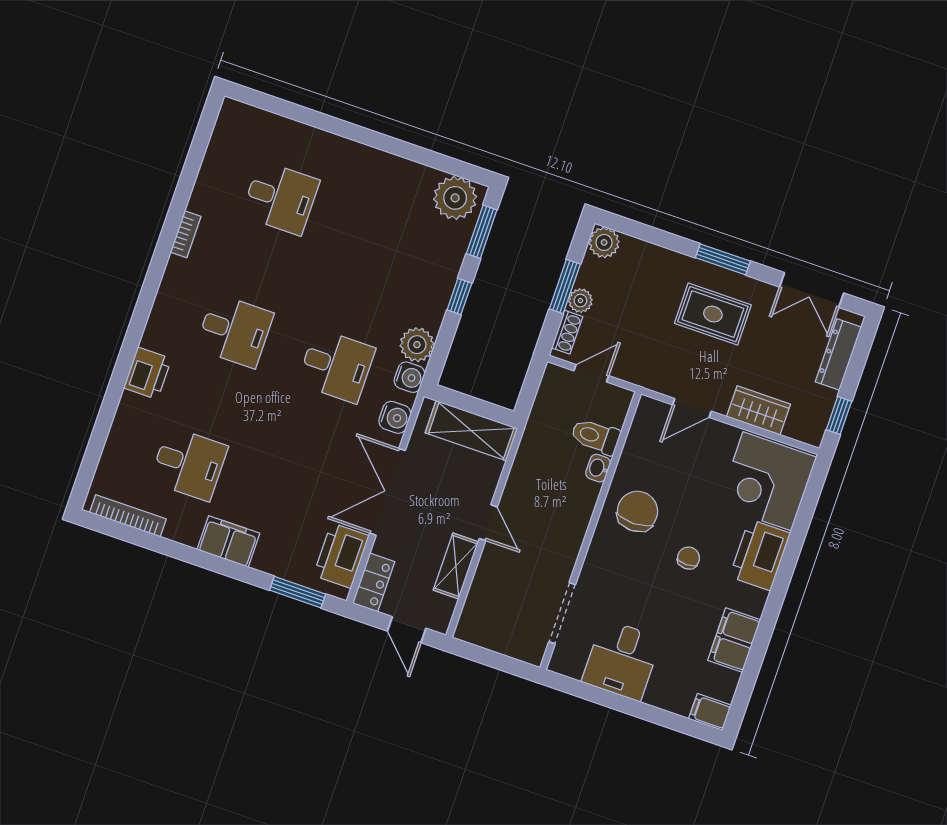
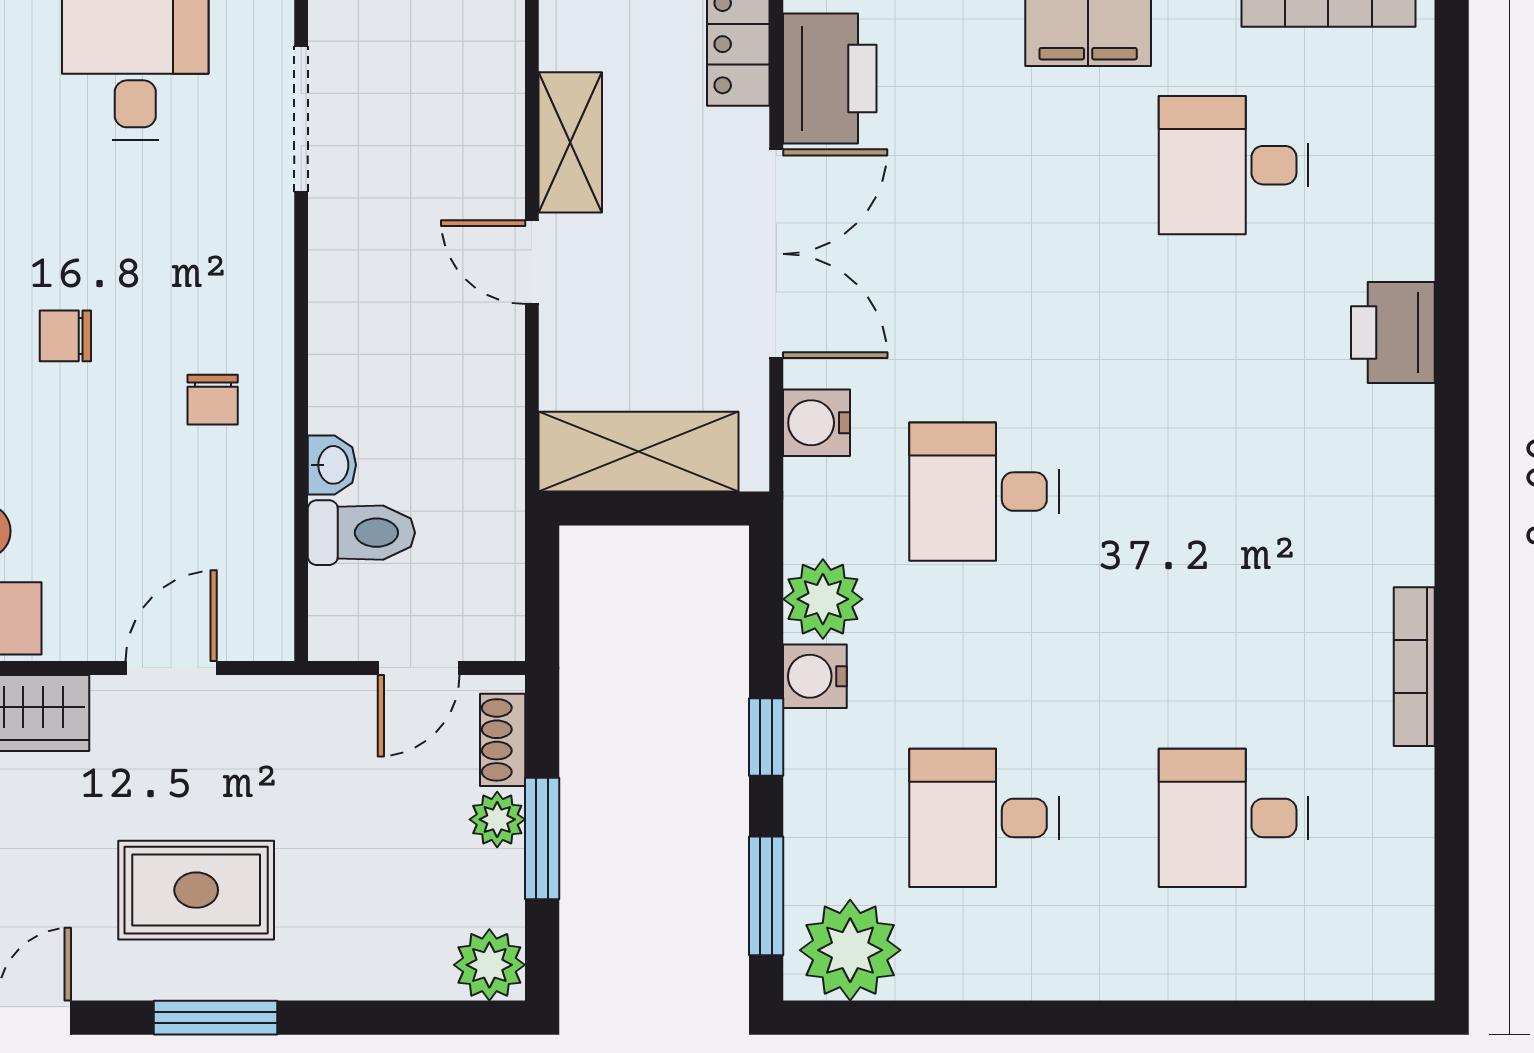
bookcase: (186, 234) -> (1414, 667), width x1.56
desk: (235, 331) -> (984, 818), moved
water cooler: (409, 377) -> (815, 676), moved
chair: (637, 511) -> (213, 400), width x0.54, depth x0.54
chair: (688, 558) -> (65, 336), turned 90

